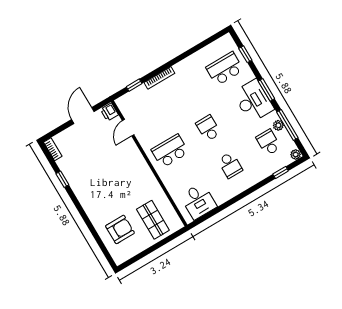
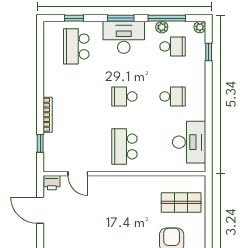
school desk: (268, 142) -> (173, 46), turned 180
desk: (198, 201) -> (189, 142), width x1.37

